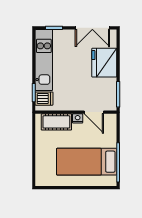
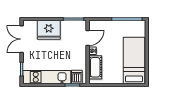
double door: (92, 28) -> (22, 39), swing flipped
bed: (87, 162) -> (134, 60), moved, turned 180

